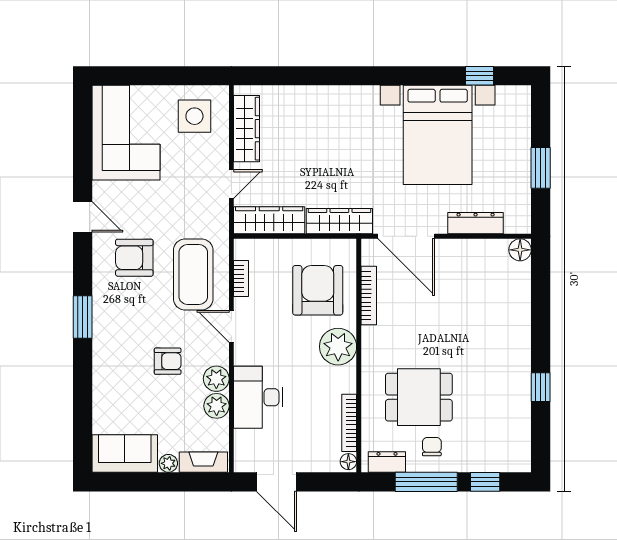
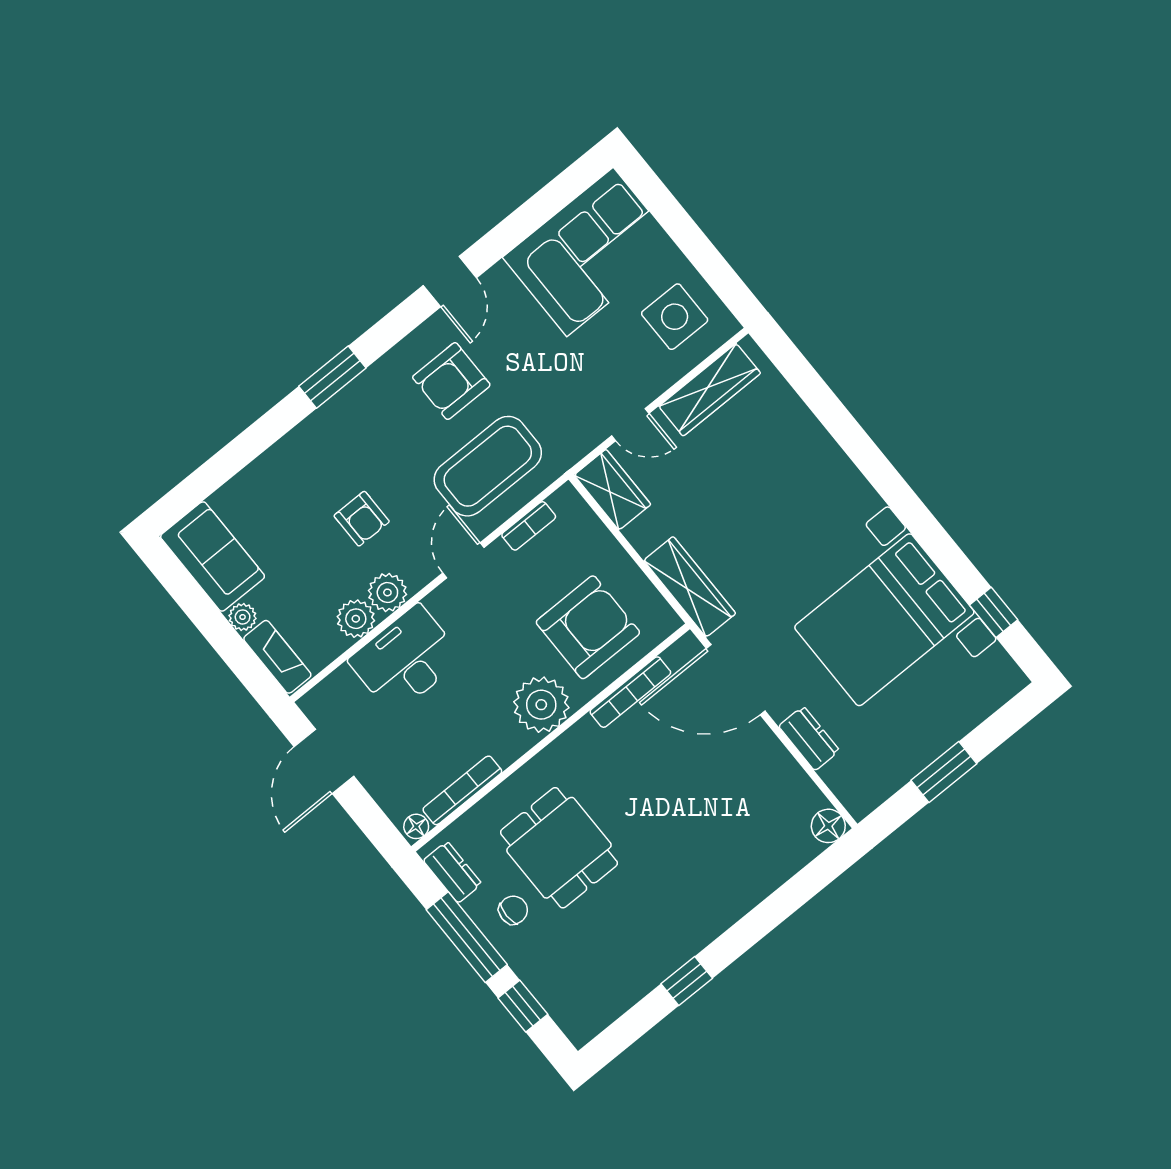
wardrobe: (269, 220) -> (612, 490), width x0.67
dresser: (476, 223) -> (809, 738), width x0.70
door: (406, 236) -> (736, 680), hinge flipped
armchair: (134, 258) -> (451, 381), turned -90

